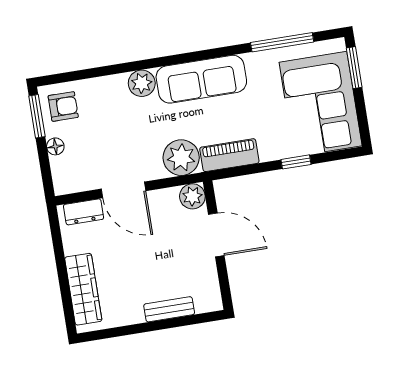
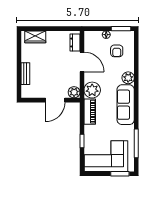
armchair: (63, 106) -> (117, 51), moved
door: (123, 190) -> (82, 62), swing flipped
wardrobe: (83, 289) -> (35, 37), width x0.67

